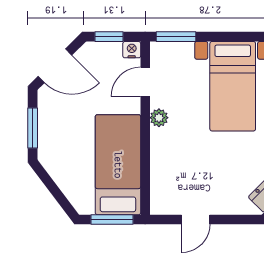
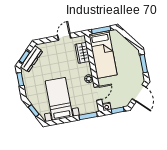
door: (55, 66) -> (139, 93), swing flipped
wardrobe: (163, 177) -> (82, 53), added

